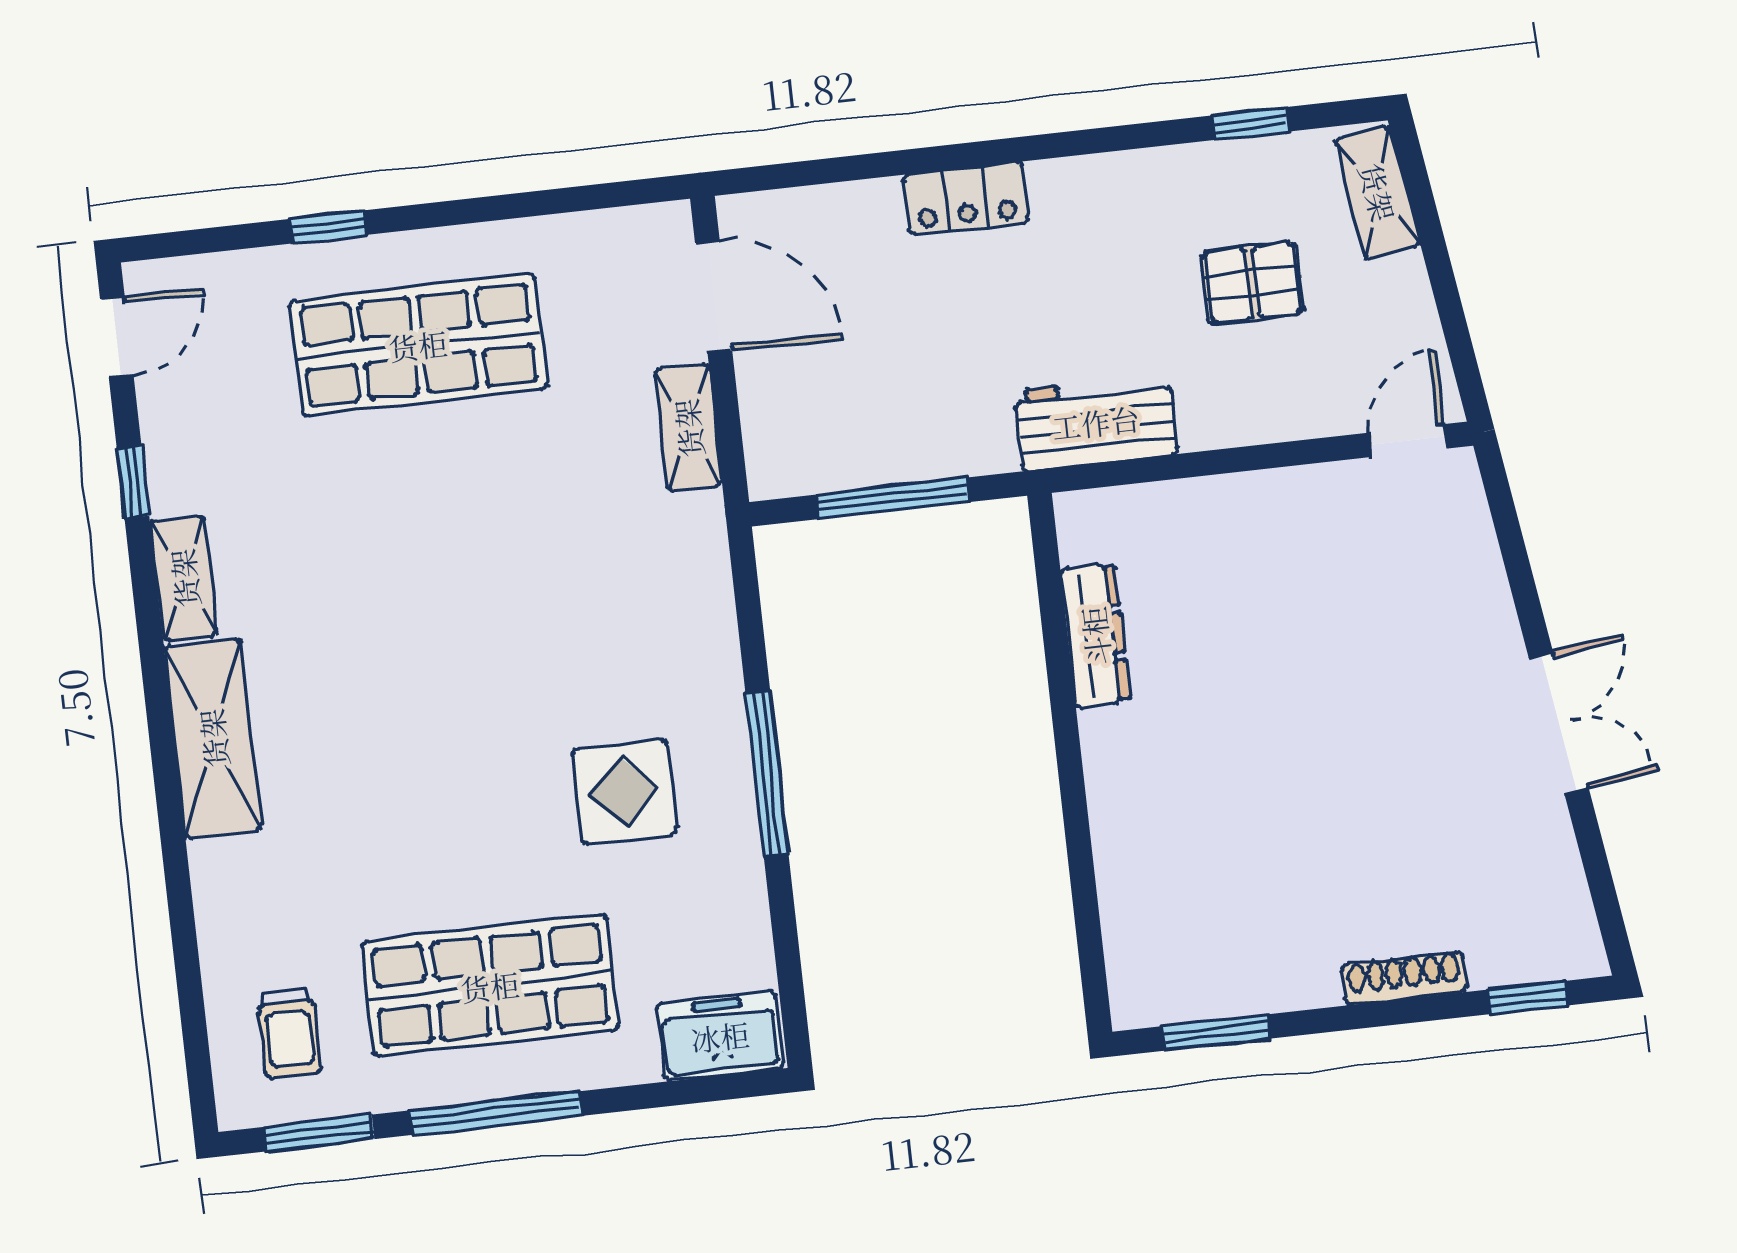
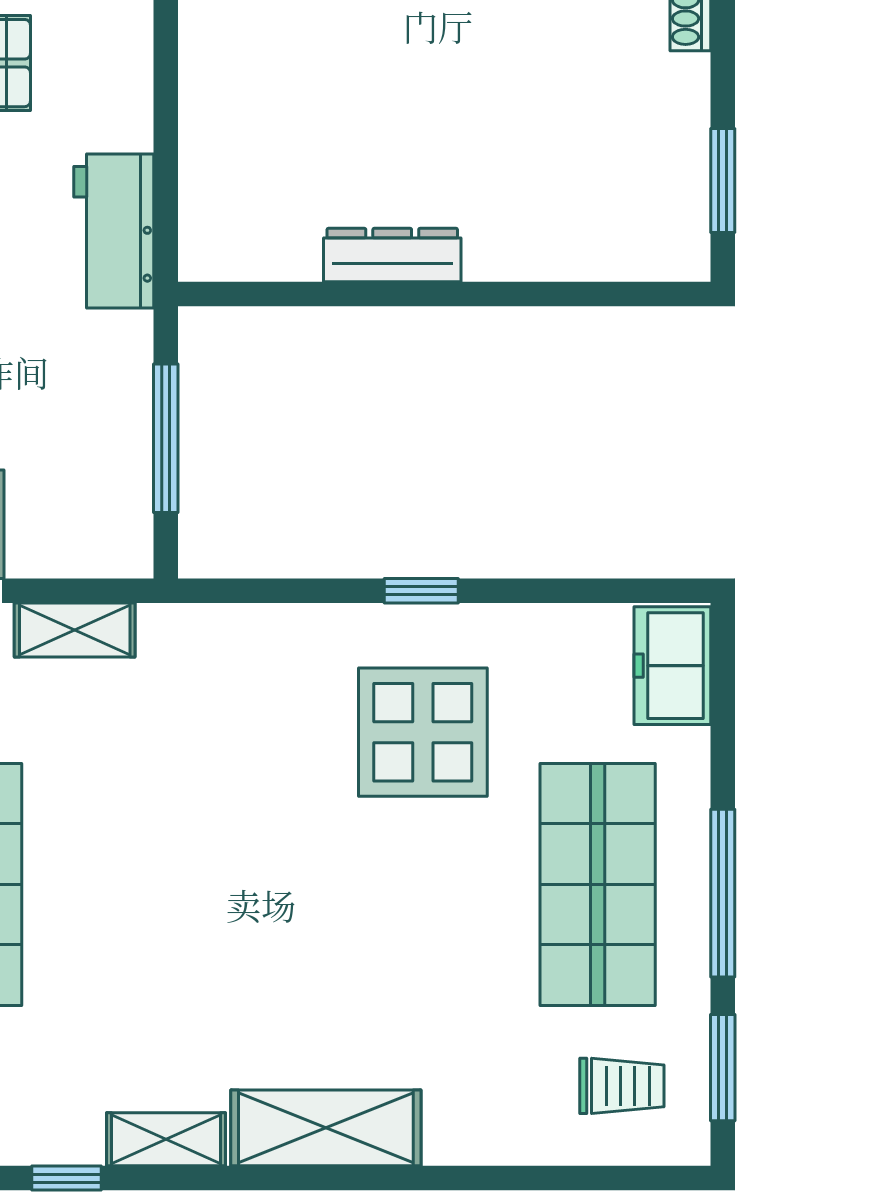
dresser: (1095, 636) -> (392, 255), moved
window: (767, 774) -> (421, 591), width x0.46
display table: (624, 792) -> (423, 732), width x1.36, depth x1.36

